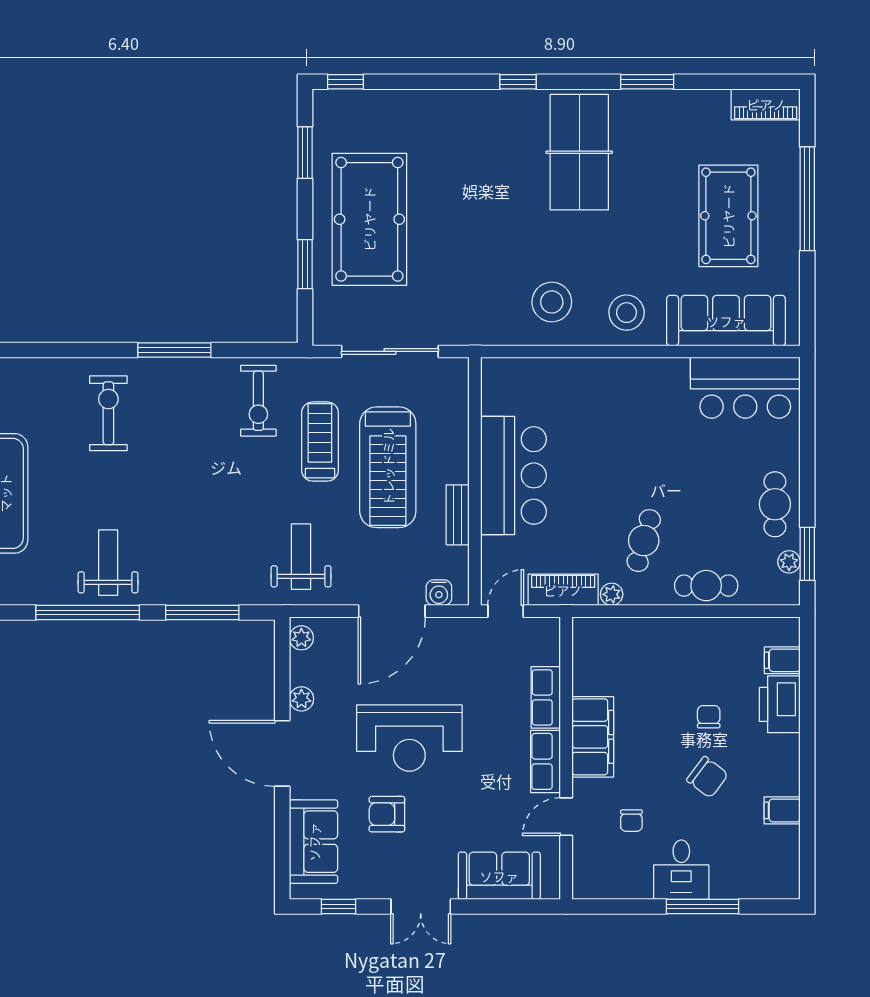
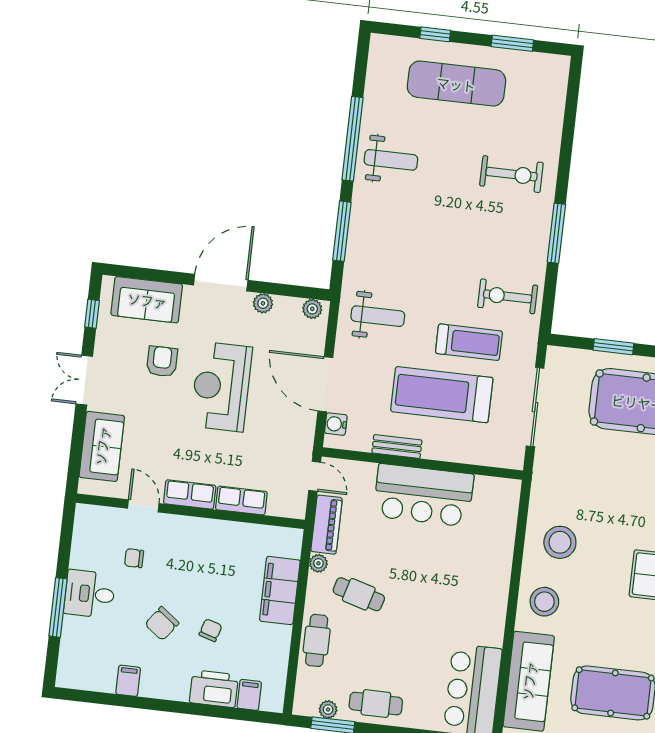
chair: (709, 717) -> (211, 630), turned -73
filing cabinet: (593, 737) -> (280, 591), moved, turned 90

